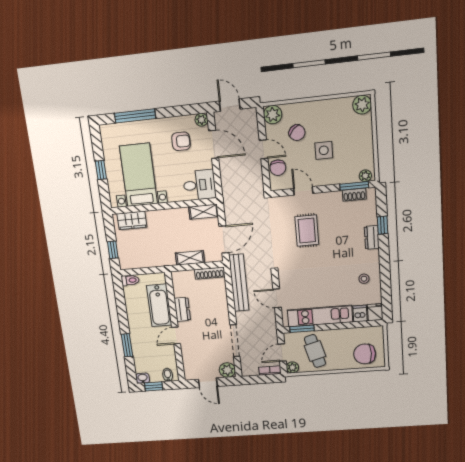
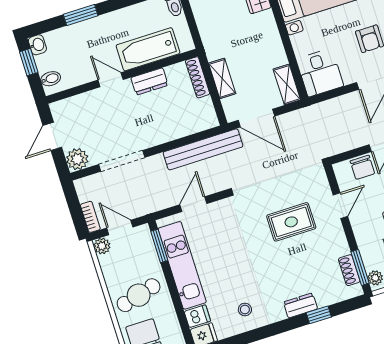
chair: (278, 168) -> (362, 167), turned -90
shoe rack: (210, 273) -> (198, 77), moved
cafe table: (315, 351) -> (139, 295), moved

